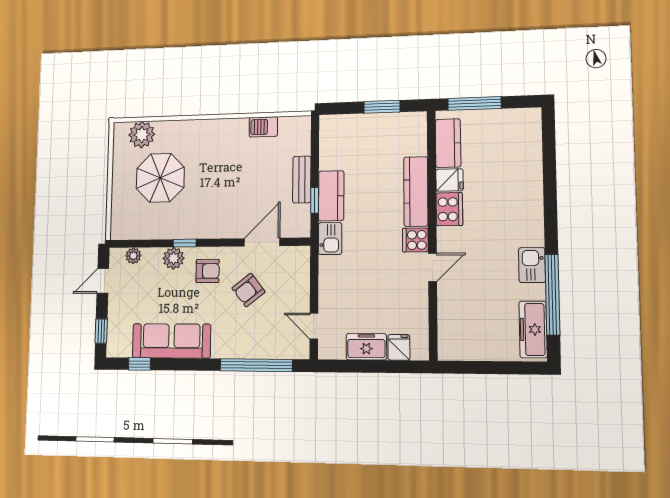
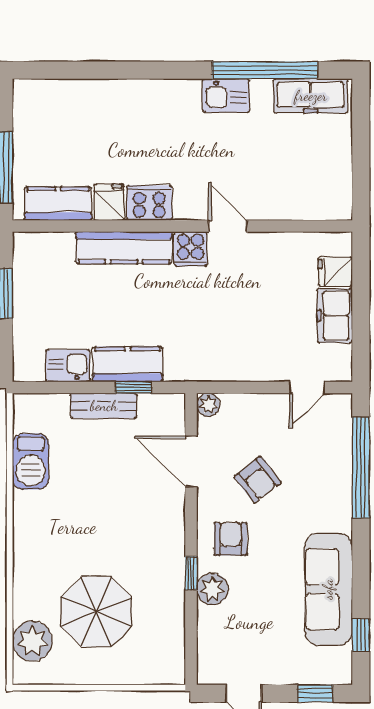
barbecue: (263, 127) -> (31, 461), width x1.38, depth x1.27
kitchen sink: (330, 239) -> (68, 366), moved
plant: (133, 256) -> (208, 405), moved

